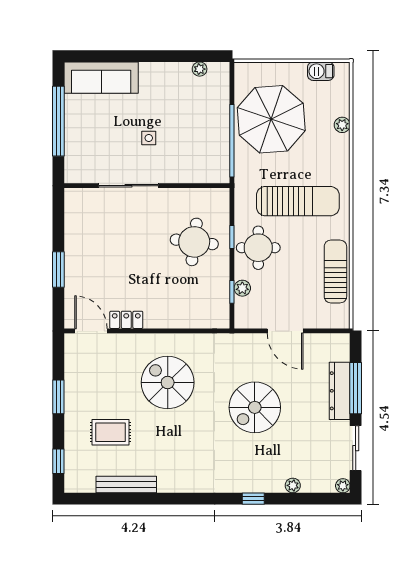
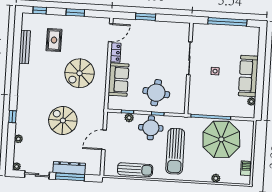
sofa: (101, 78) -> (248, 76), moved
sofa: (175, 311) -> (118, 80), added
spiral stairs: (168, 382) -> (80, 73), turned 180

